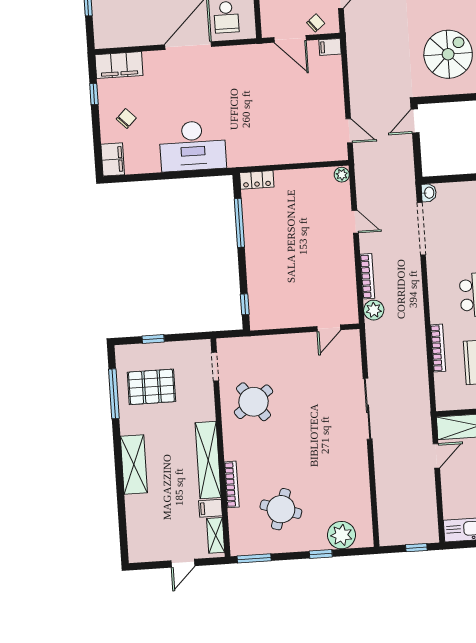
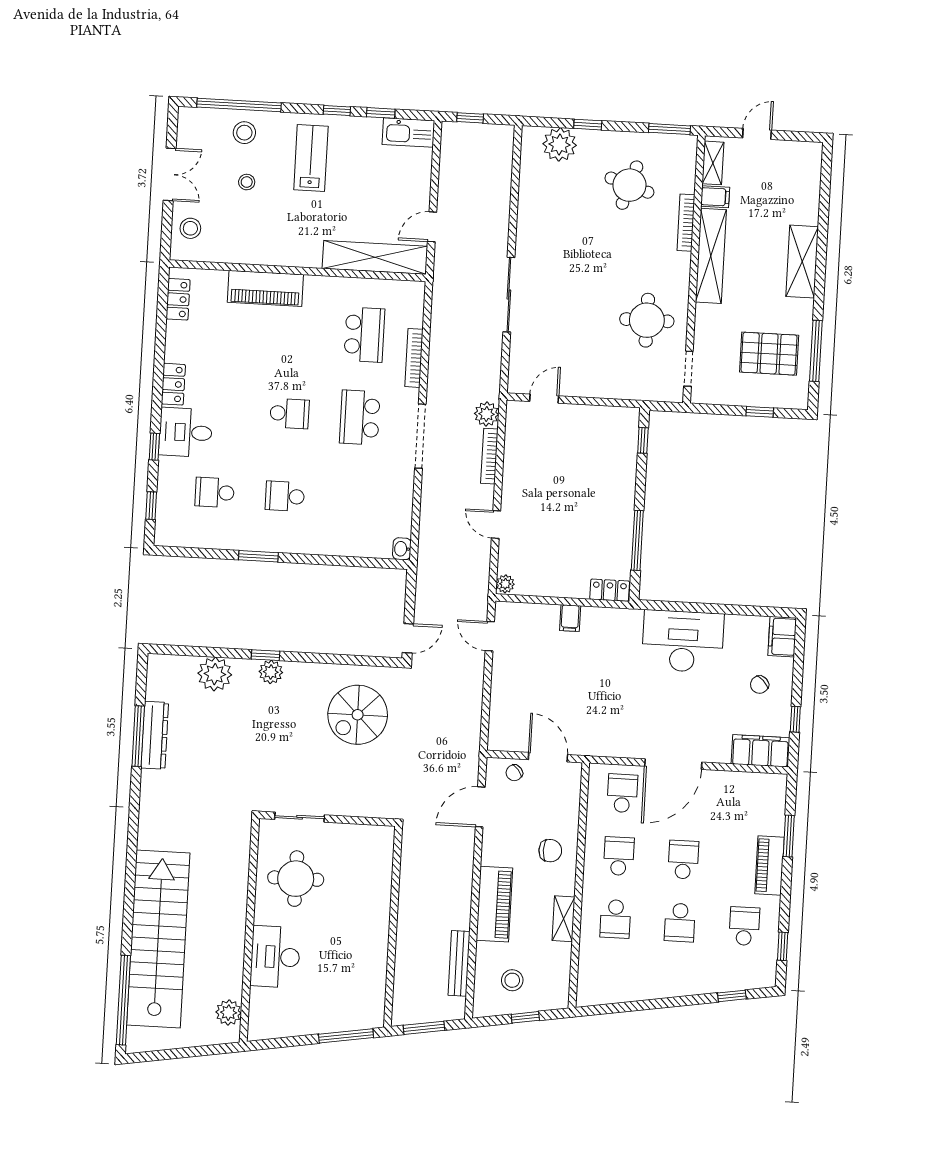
filing cabinet: (330, 47) -> (570, 618), moved, turned 90
doorway: (421, 229) -> (420, 436), moved
round table: (253, 402) -> (647, 320), turned 36

